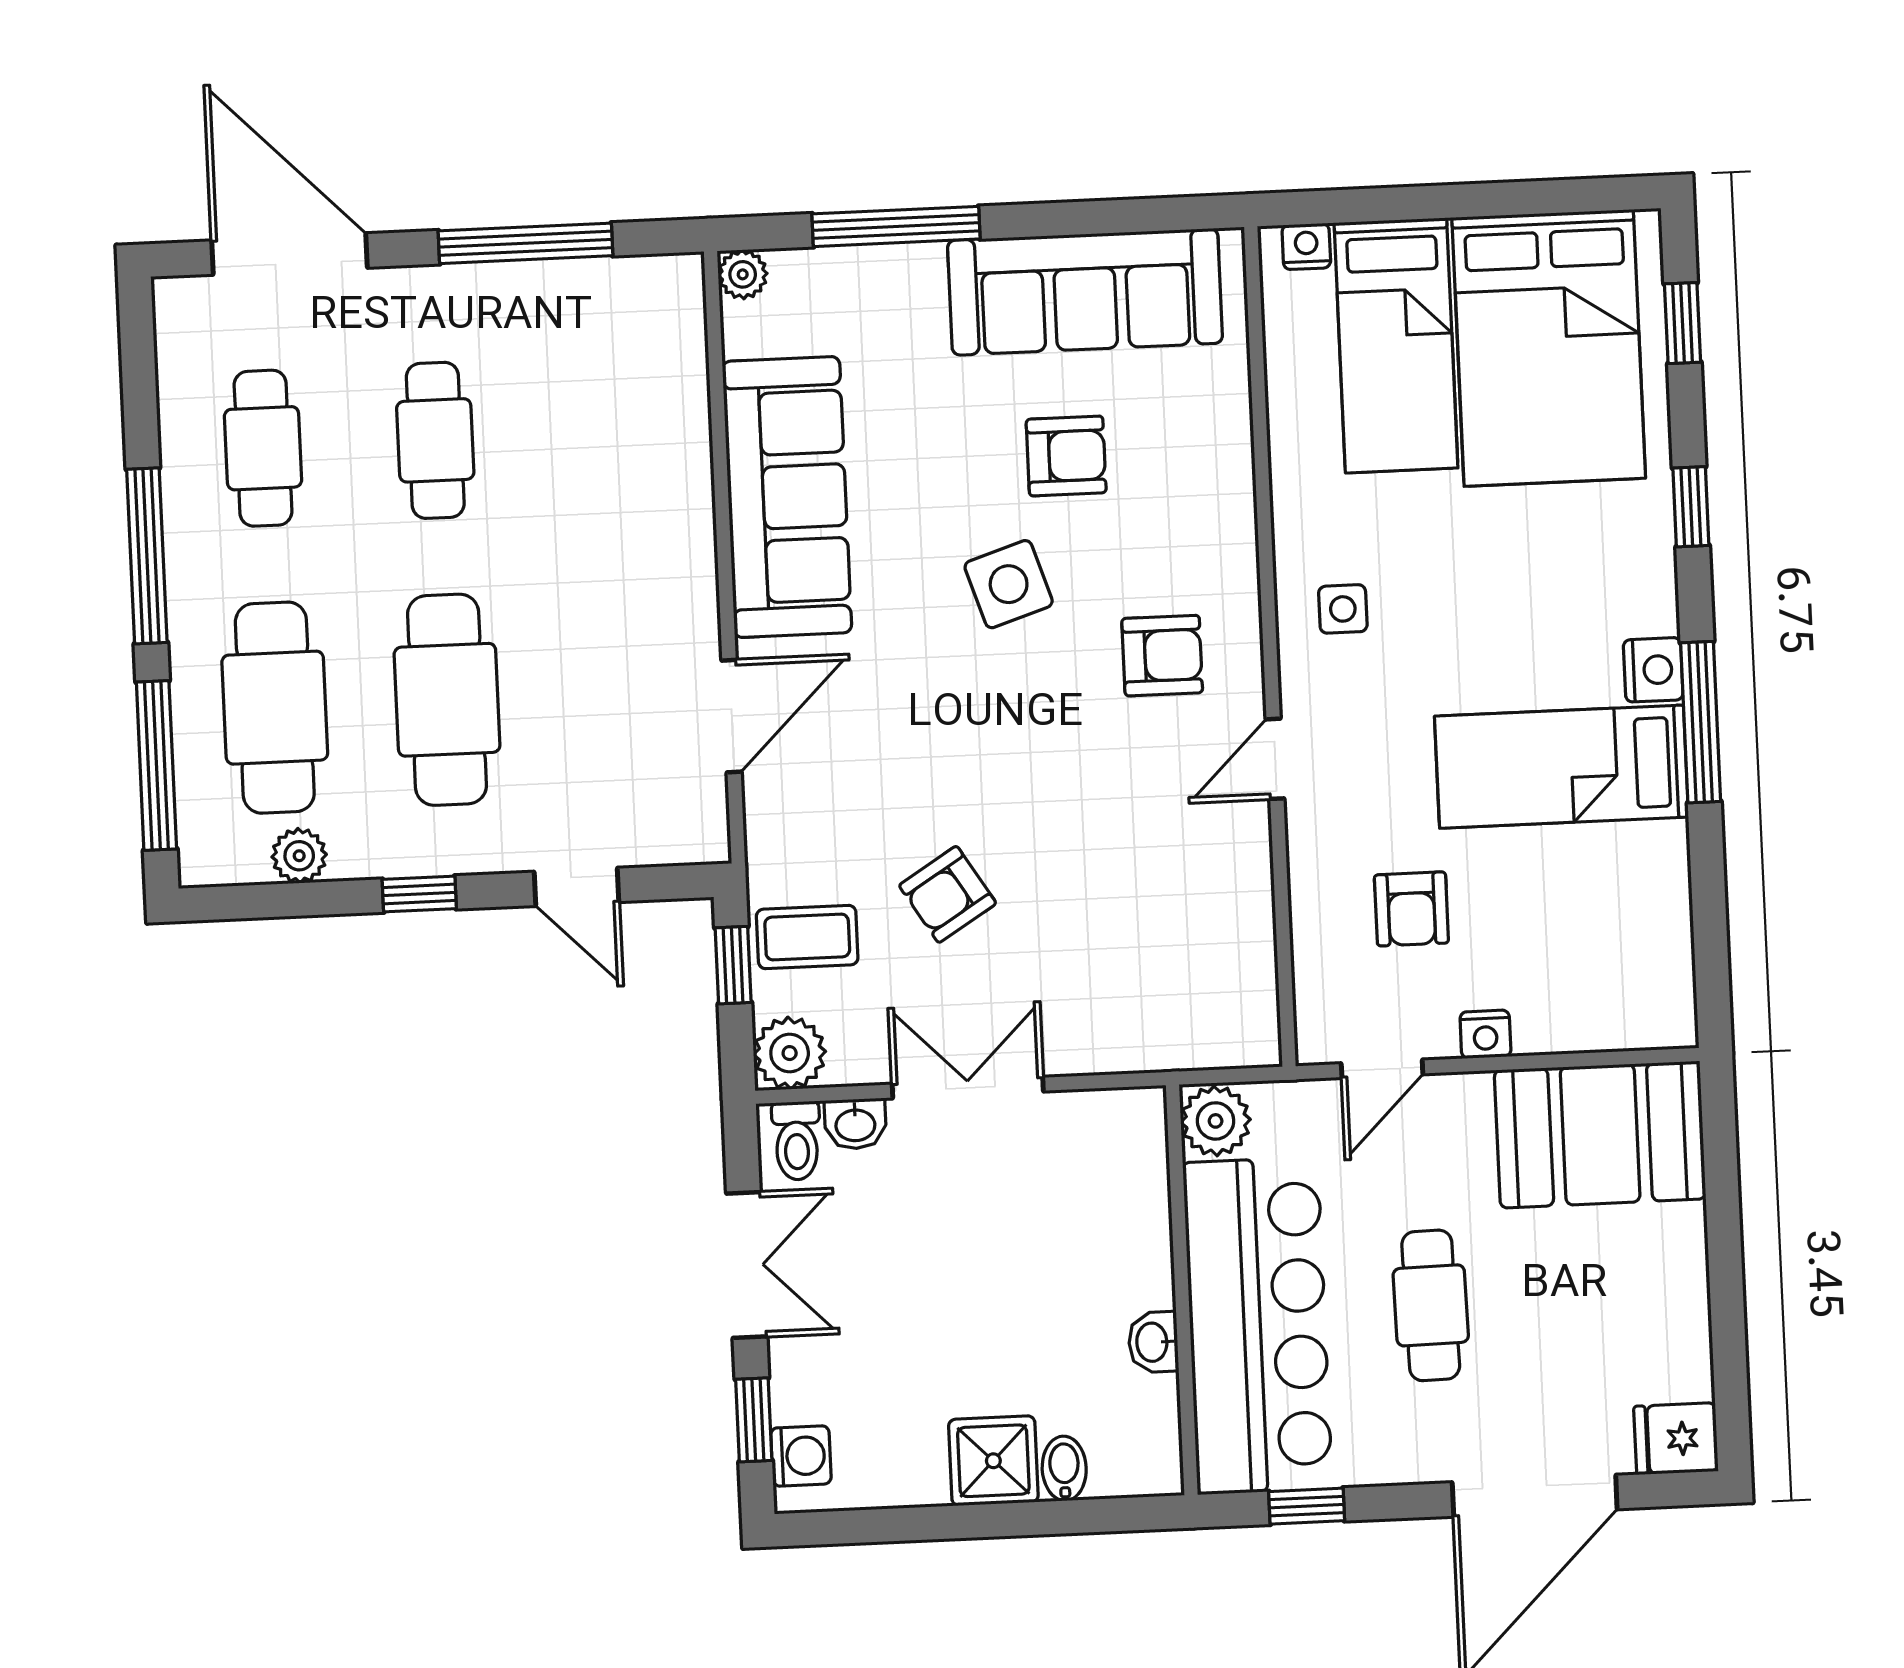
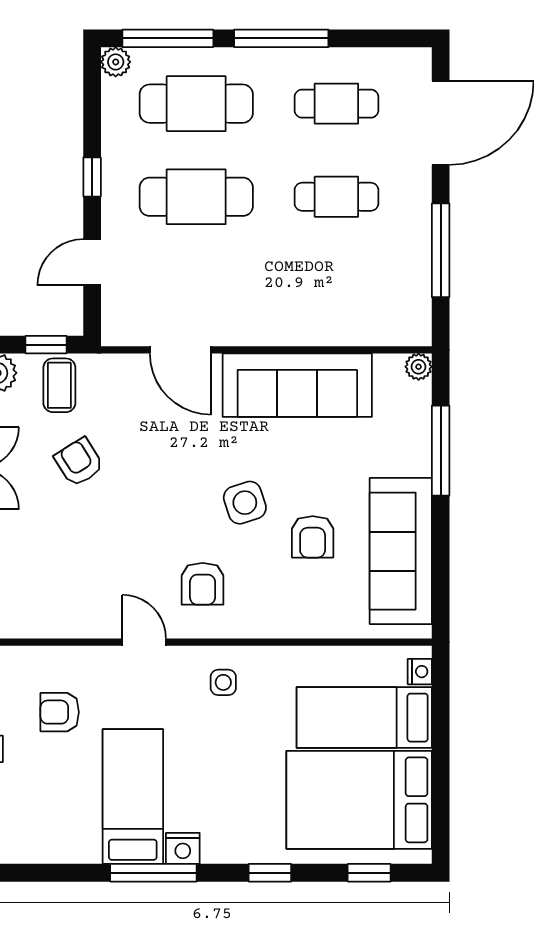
plant: (299, 856) -> (116, 62), moved

